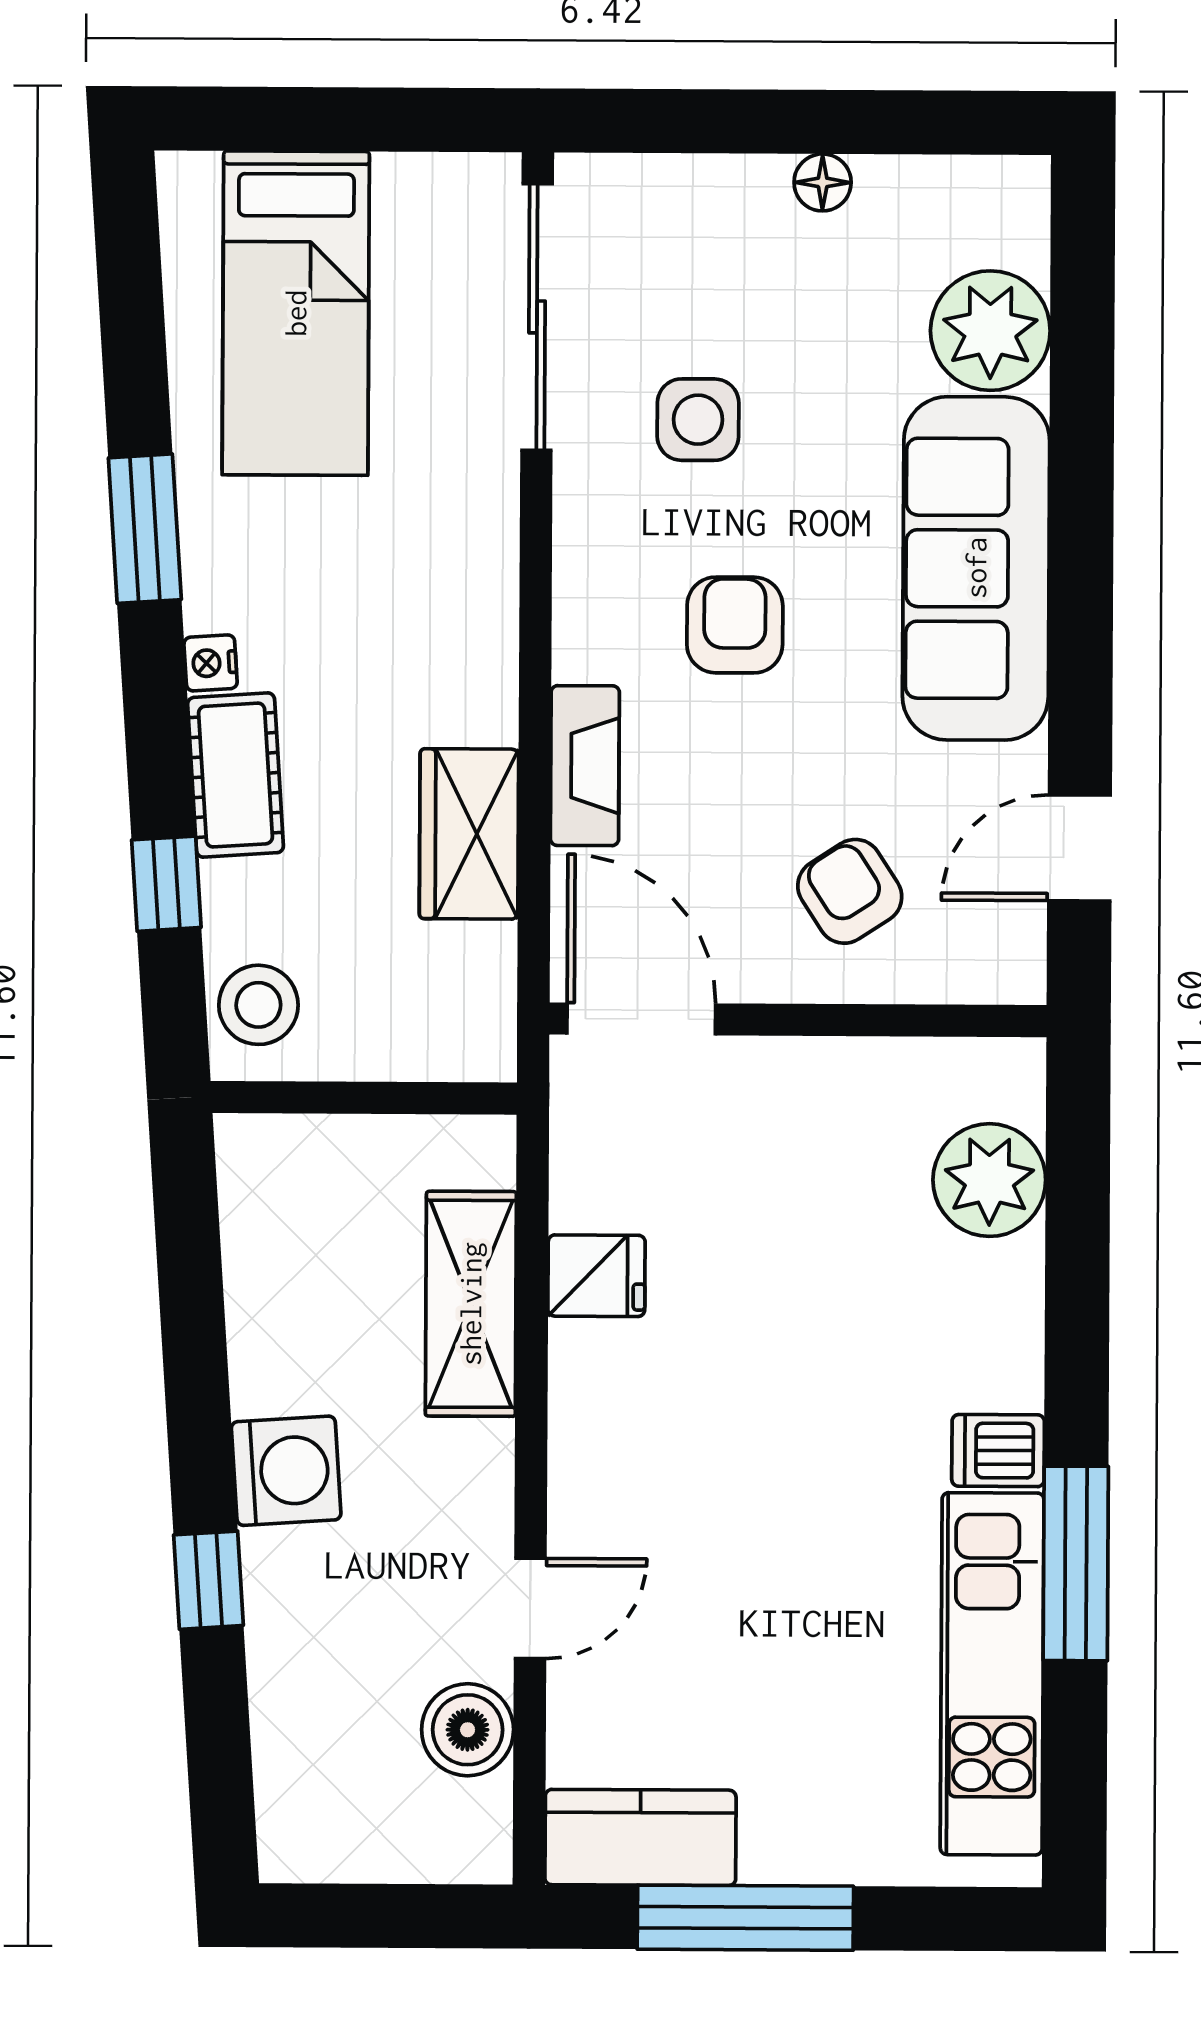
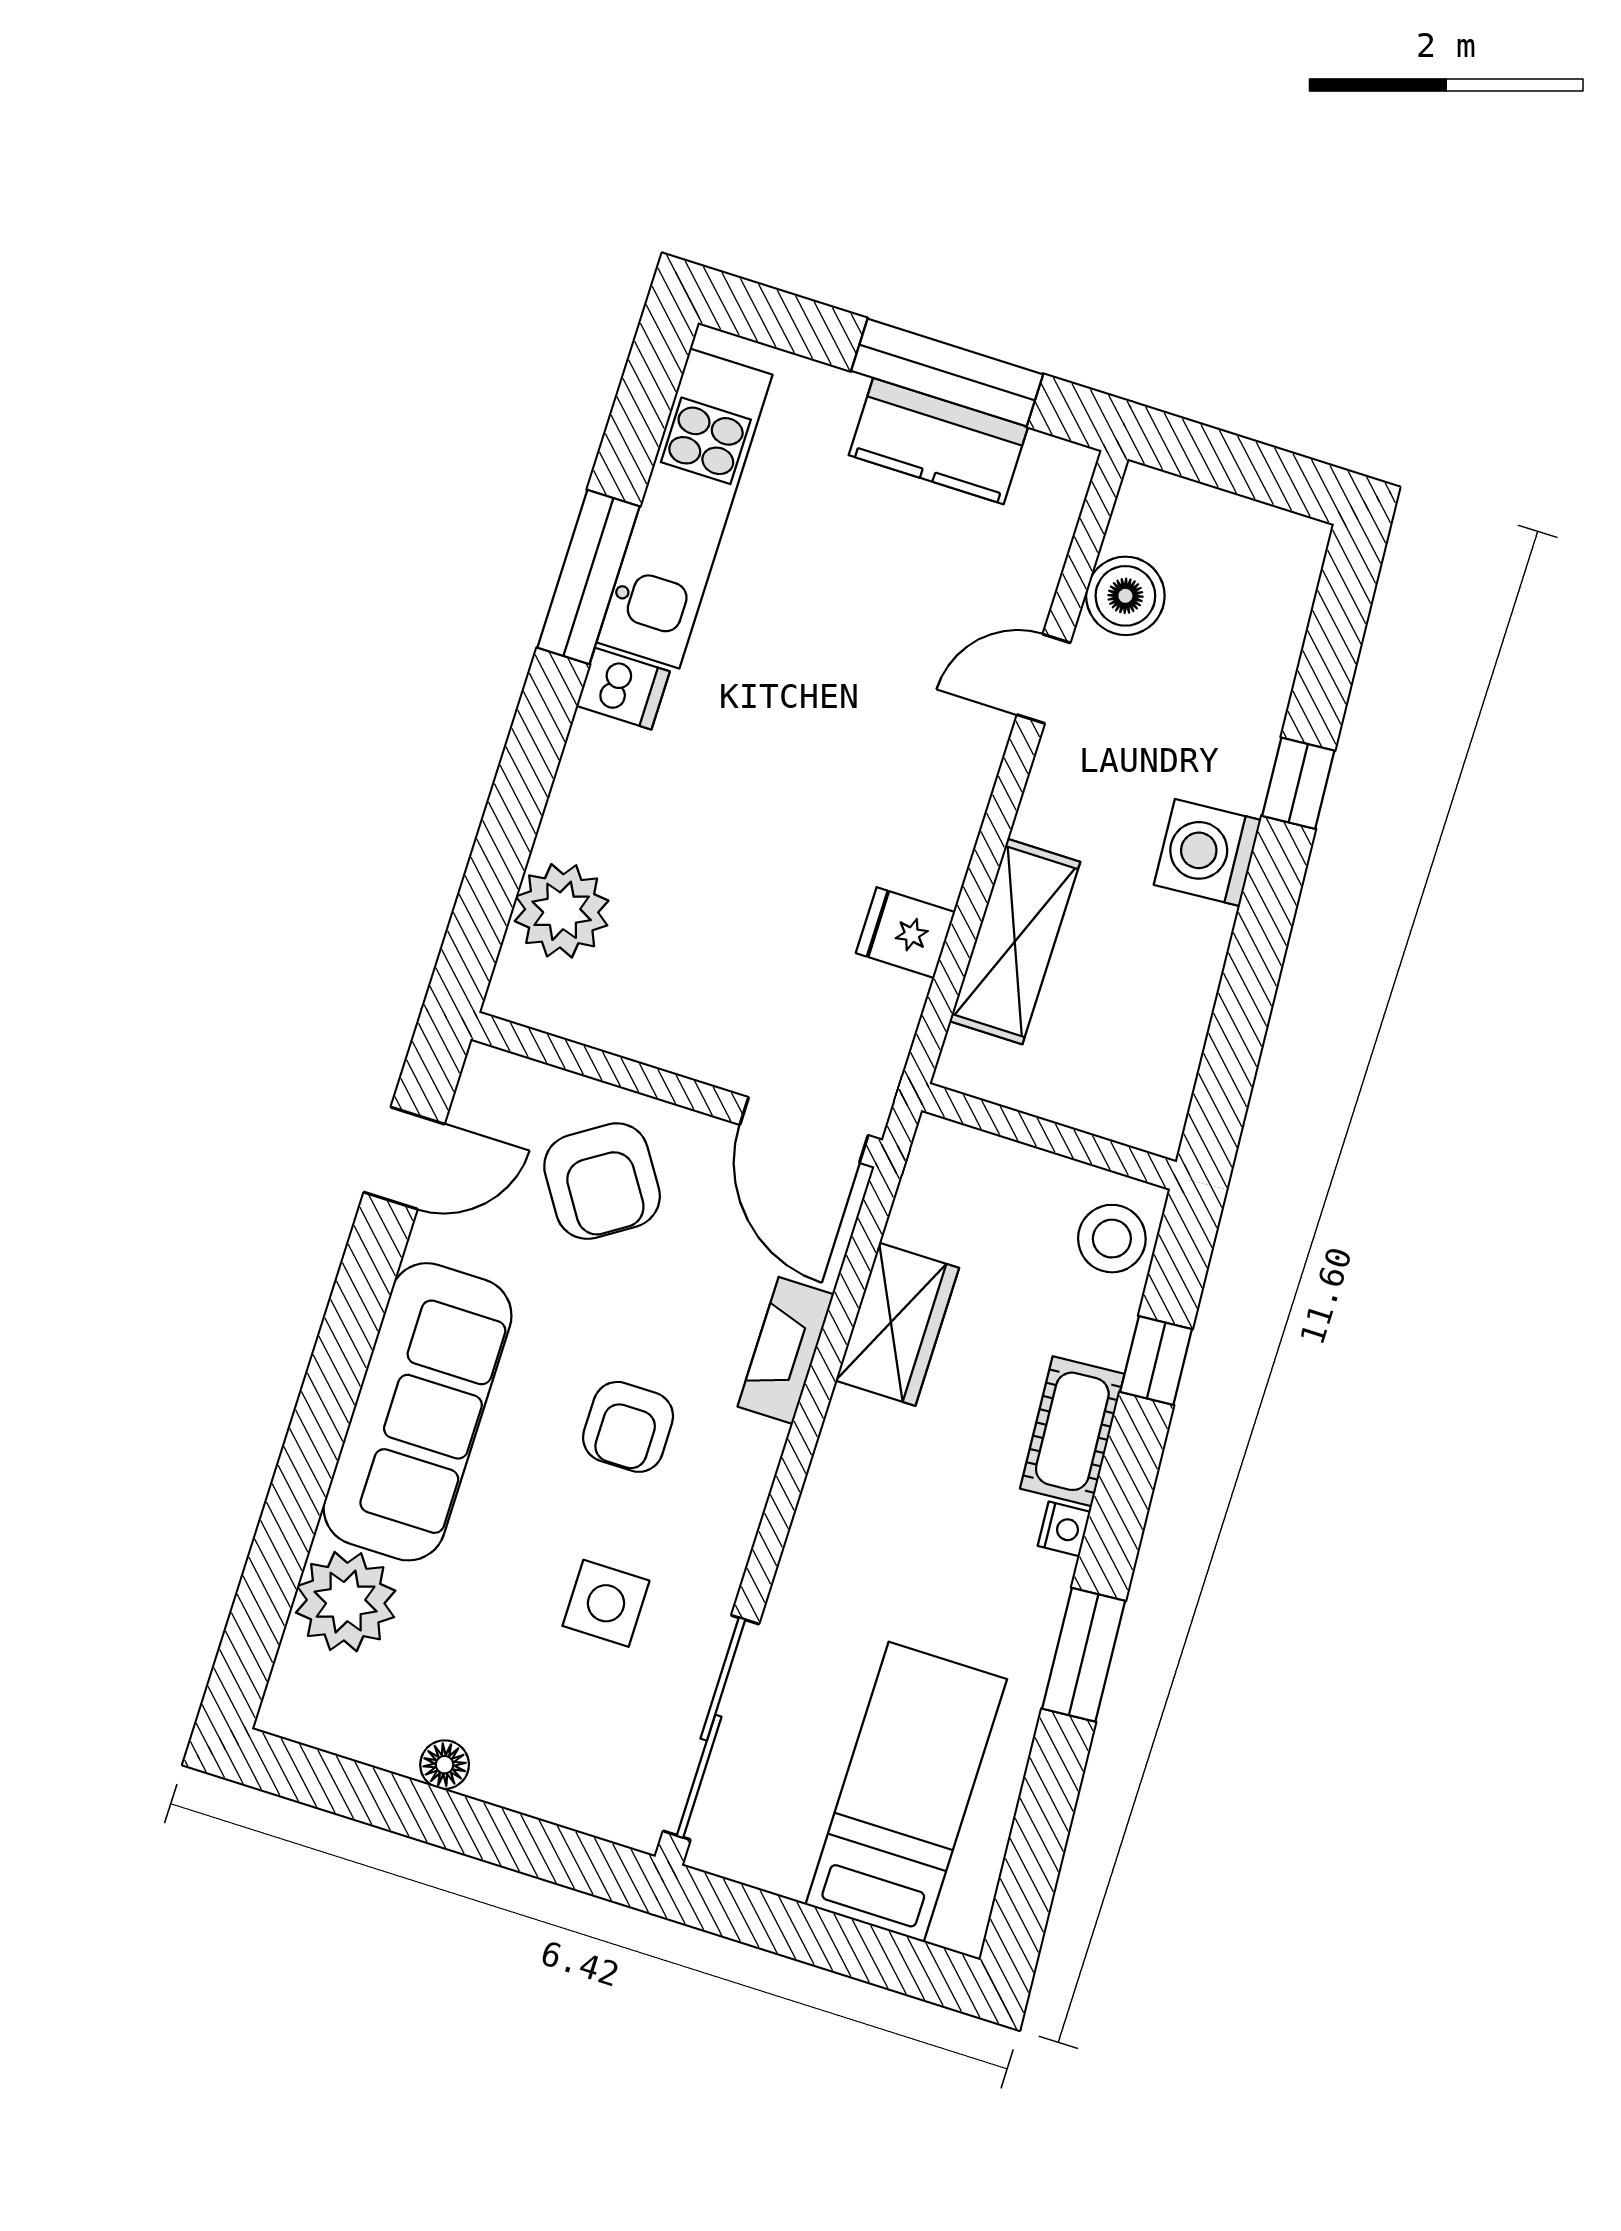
armchair: (850, 891) -> (602, 1181), width x1.38, depth x1.38
kitchen counter: (640, 1837) -> (938, 441), moved

